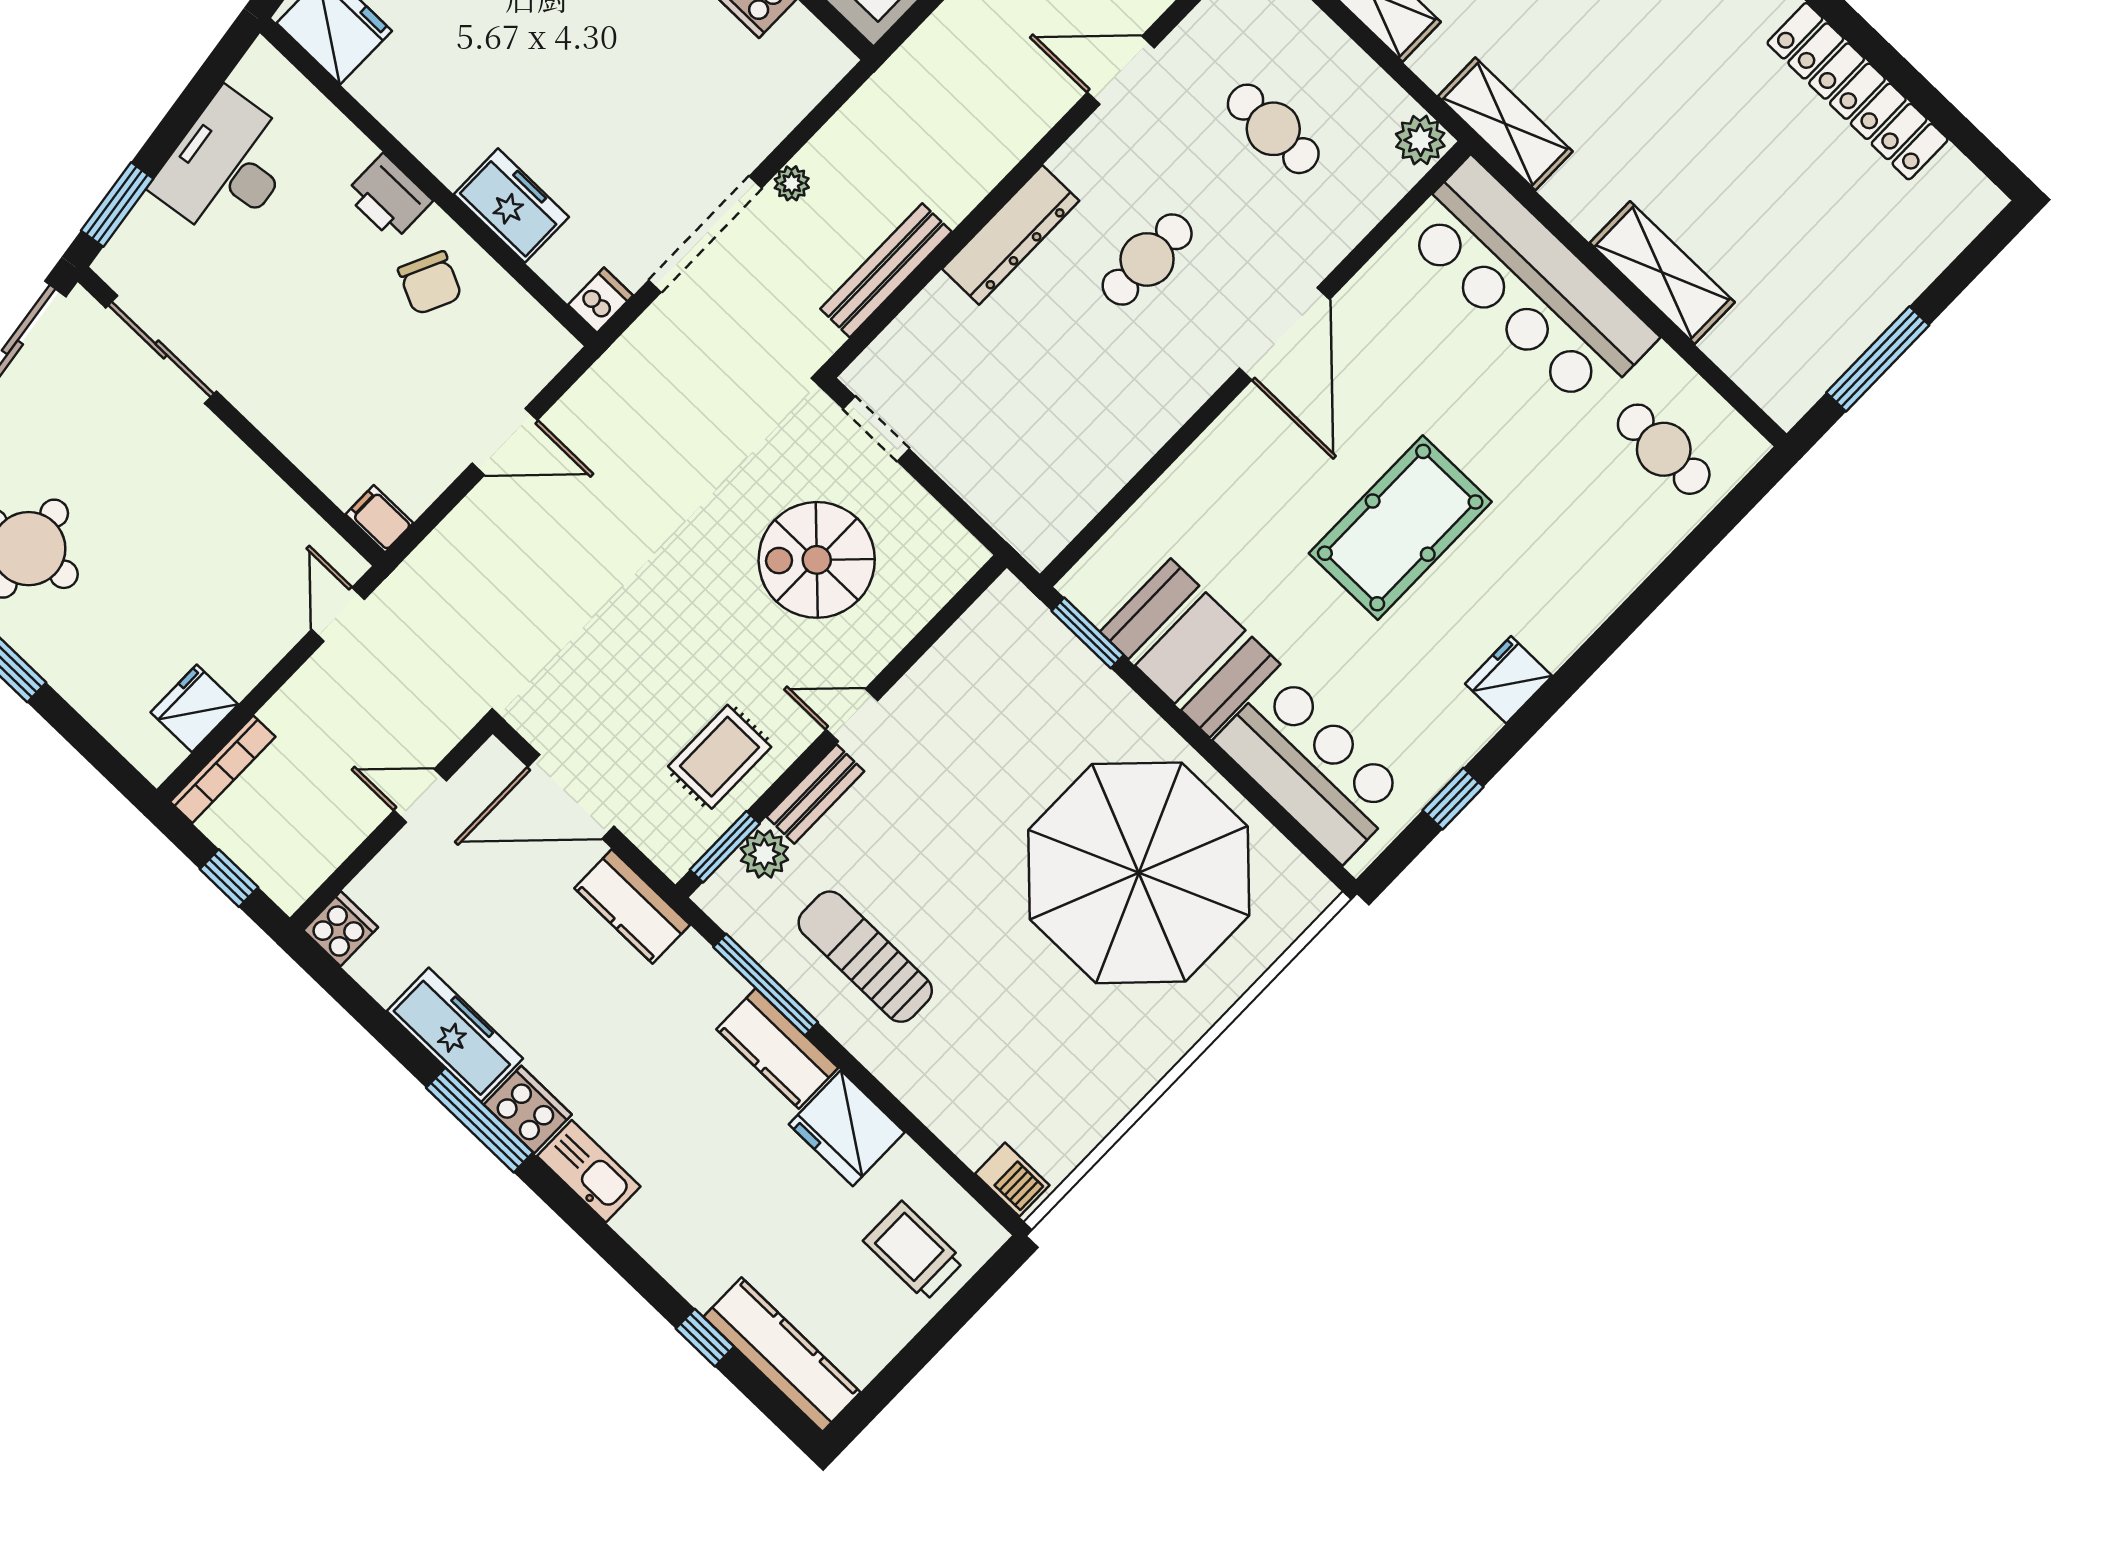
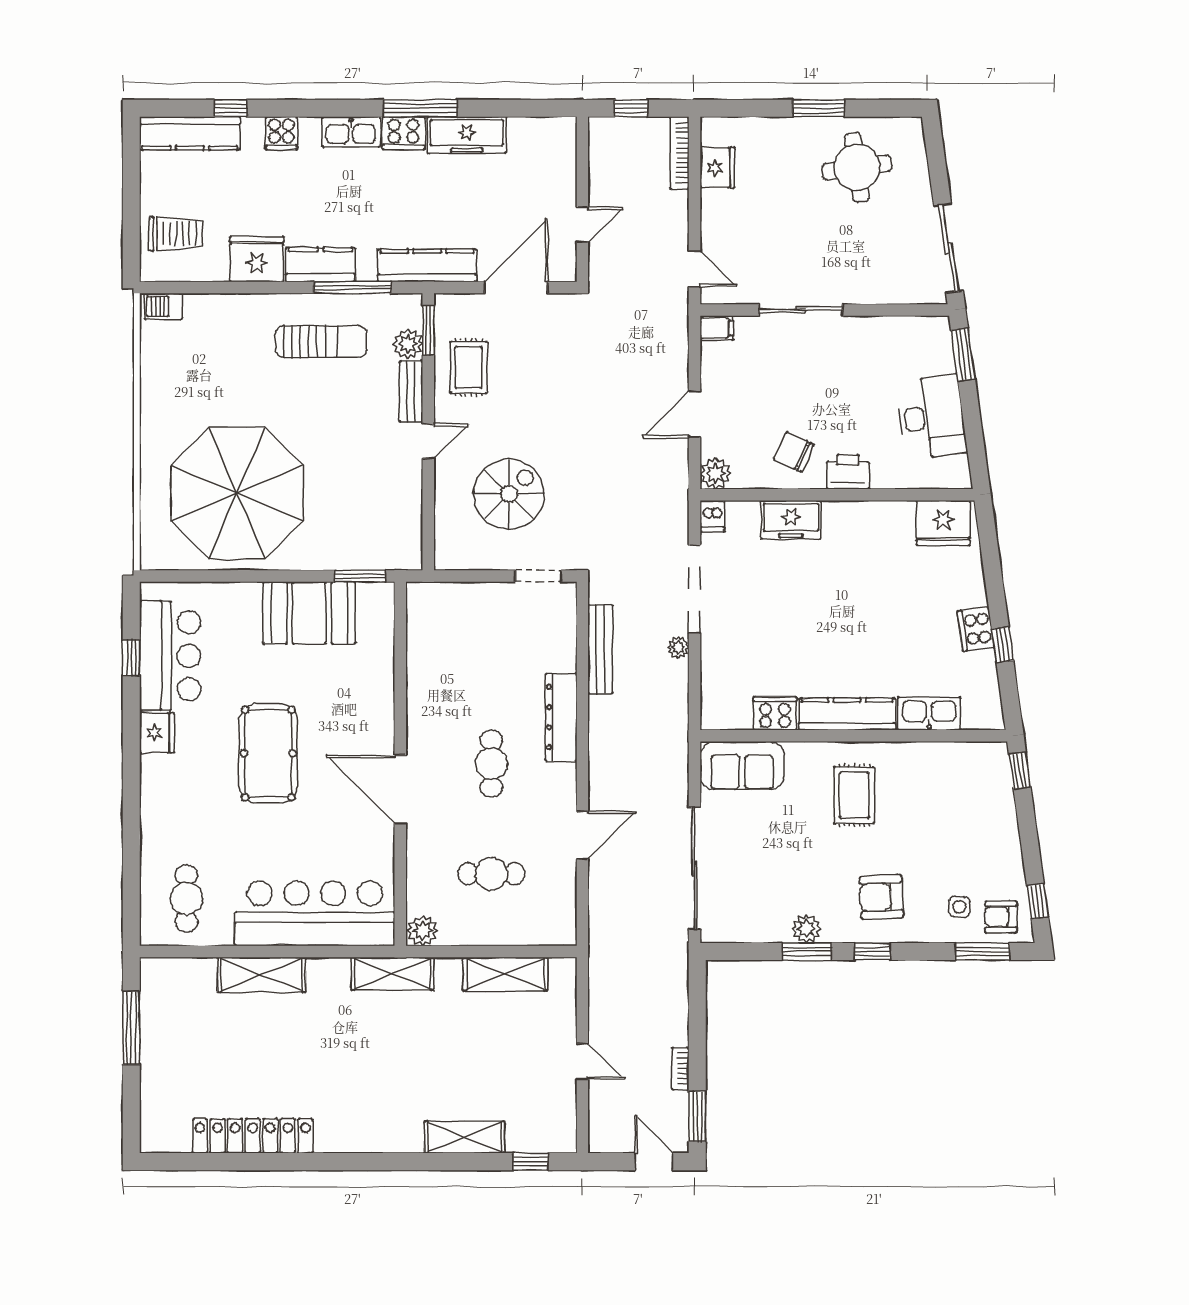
plant: (547, 347) -> (716, 473), added
sliding door: (161, 349) -> (801, 310), moved
cafe table: (1664, 449) -> (187, 898), turned 90
bar counter: (1312, 767) -> (170, 656), moved, turned -90
kitchen counter: (632, 906) -> (427, 265), width x1.50
cooker: (341, 929) -> (281, 133), moved

